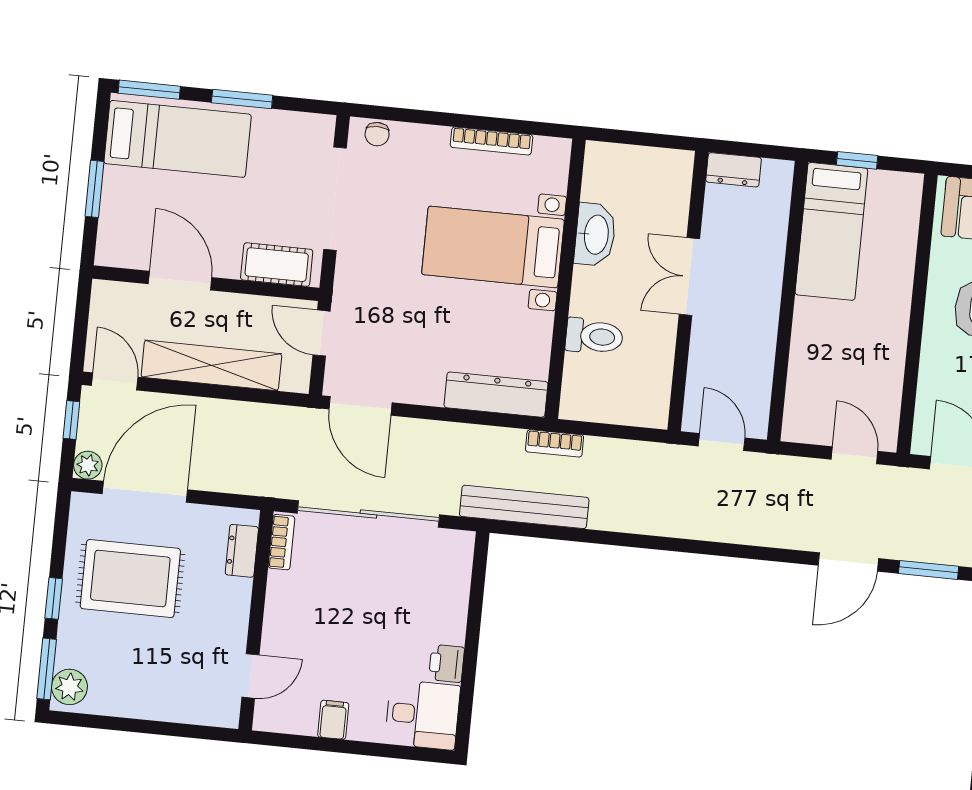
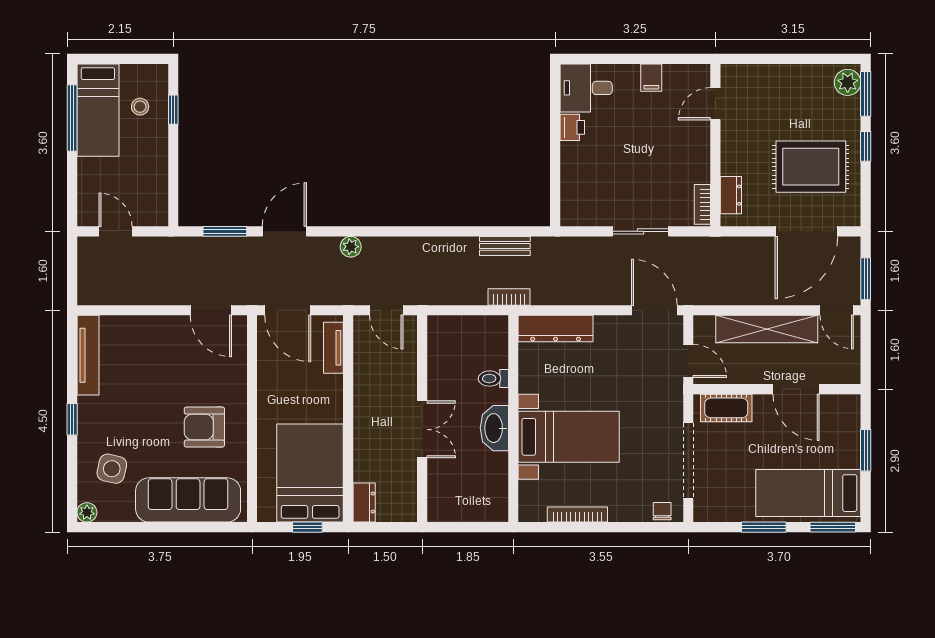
dresser: (734, 170) -> (364, 503), moved, turned 90
bed: (831, 231) -> (310, 473), width x1.50
washbasin: (595, 235) -> (494, 428), moved
toilet: (594, 336) -> (493, 379), width x0.73, depth x0.72
tv unit: (798, 399) -> (333, 348), added
window: (71, 420) -> (866, 279), width x1.50
door: (854, 455) -> (288, 310), width x1.38
plant: (88, 465) -> (351, 247), moved
bench: (524, 507) -> (505, 246), width x0.54, depth x0.82
sliding door: (368, 514) -> (641, 231), width x0.54

